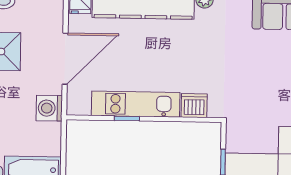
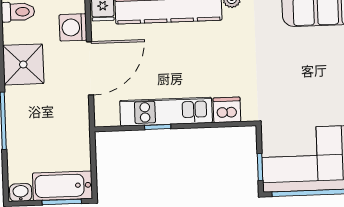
washing machine: (49, 108) -> (73, 27), moved

